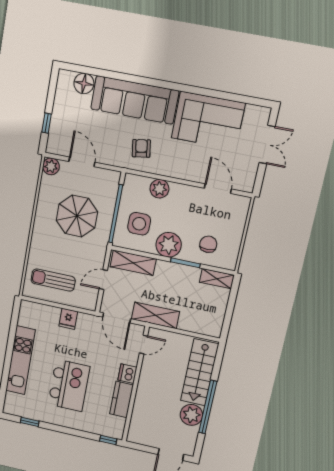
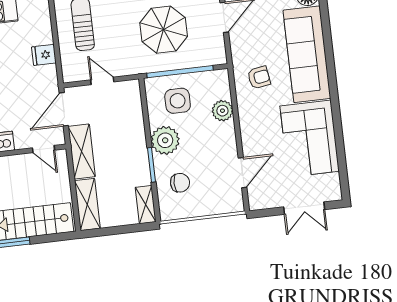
shelving: (133, 263) -> (87, 205), moved

